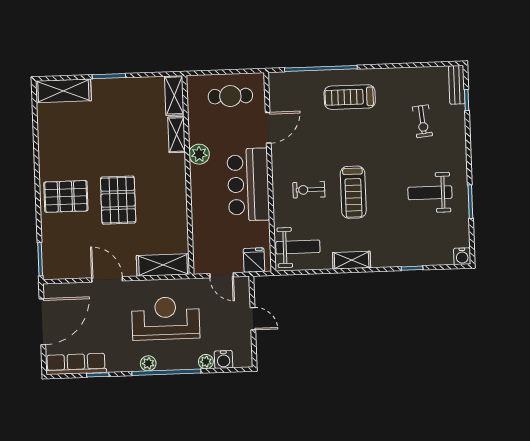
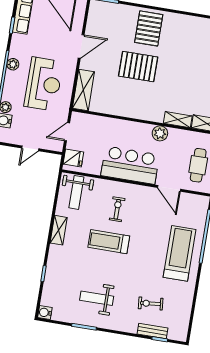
bench: (457, 85) -> (153, 331), moved
treadmill: (350, 97) -> (180, 253), width x1.37, depth x1.38
weight bench: (430, 193) -> (97, 298), turned -90

